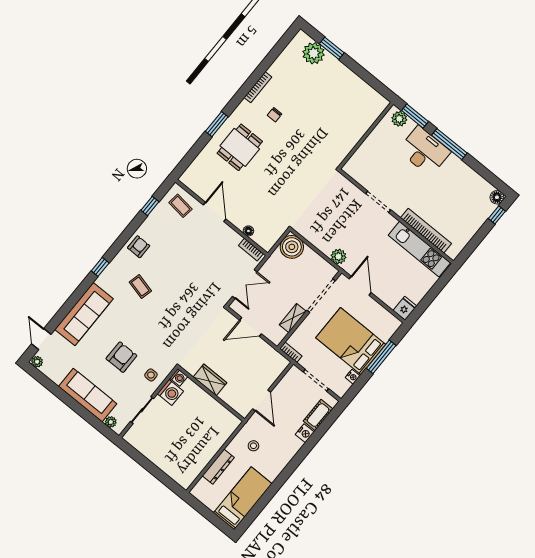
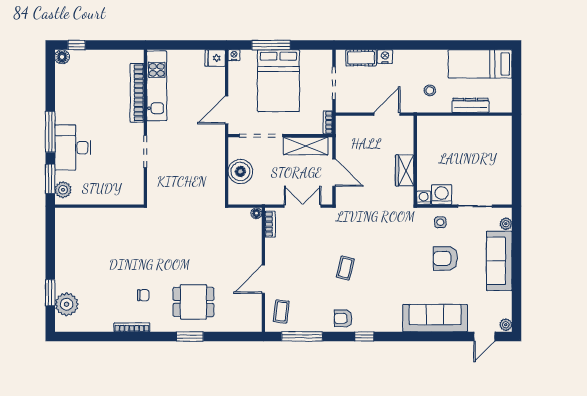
window: (150, 206) -> (302, 336), width x2.17
floor lamp: (248, 231) -> (256, 213), moved
boiler: (292, 247) -> (240, 171), moved
plant: (339, 256) -> (217, 147), removed
window: (100, 267) -> (364, 336), moved
coffee table: (140, 286) -> (345, 268), moved
shelving: (293, 318) -> (306, 146), width x1.50, depth x1.33
nightstand: (353, 377) -> (234, 55), moved

